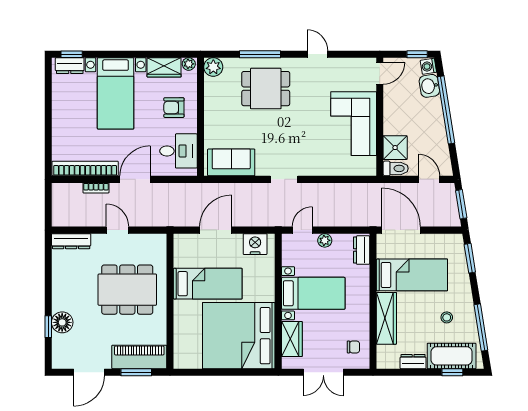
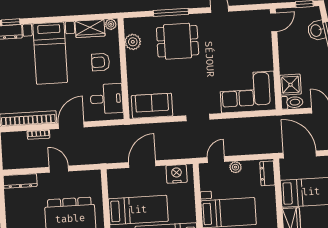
washing machine: (428, 66) -> (315, 14), removed
plant: (213, 67) -> (133, 42), moved
corner sofa: (354, 124) -> (248, 92), moved, turned 90

